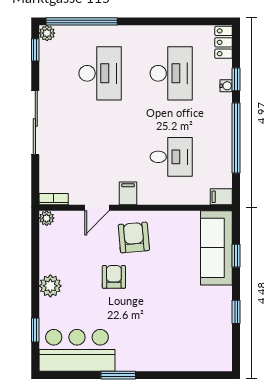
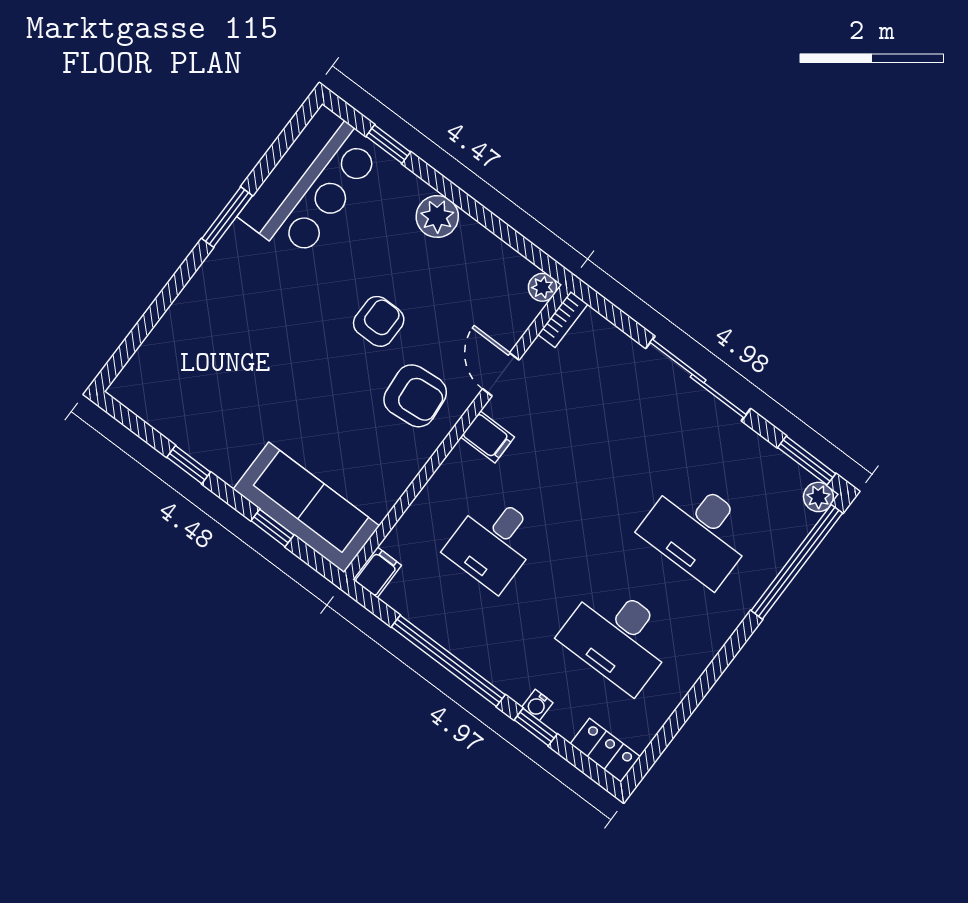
window: (35, 50) -> (807, 461), width x1.50
armchair: (114, 277) -> (379, 321), turned -90

